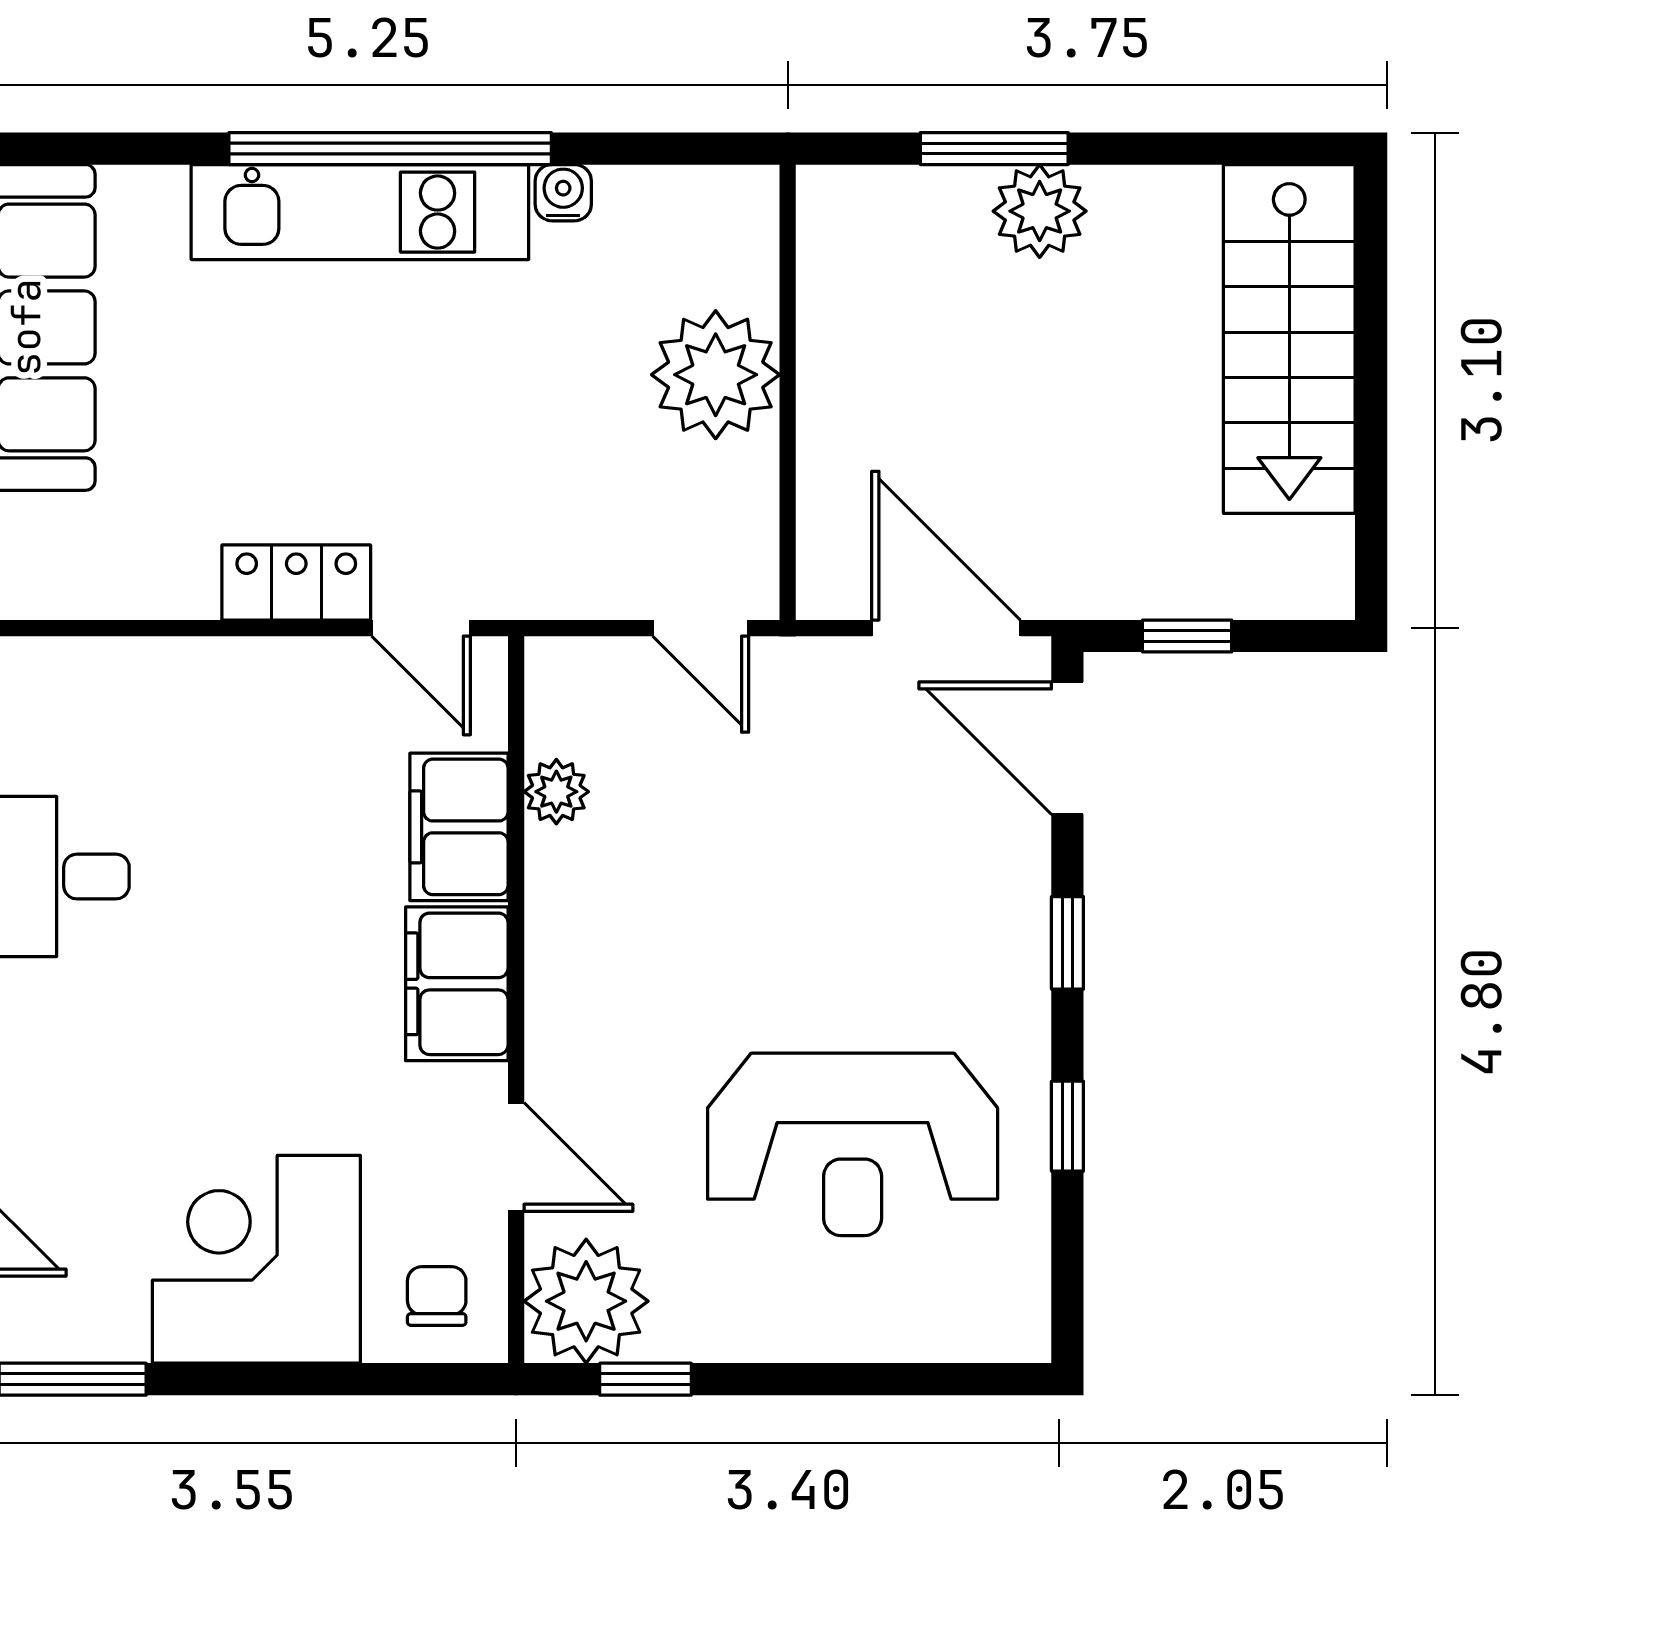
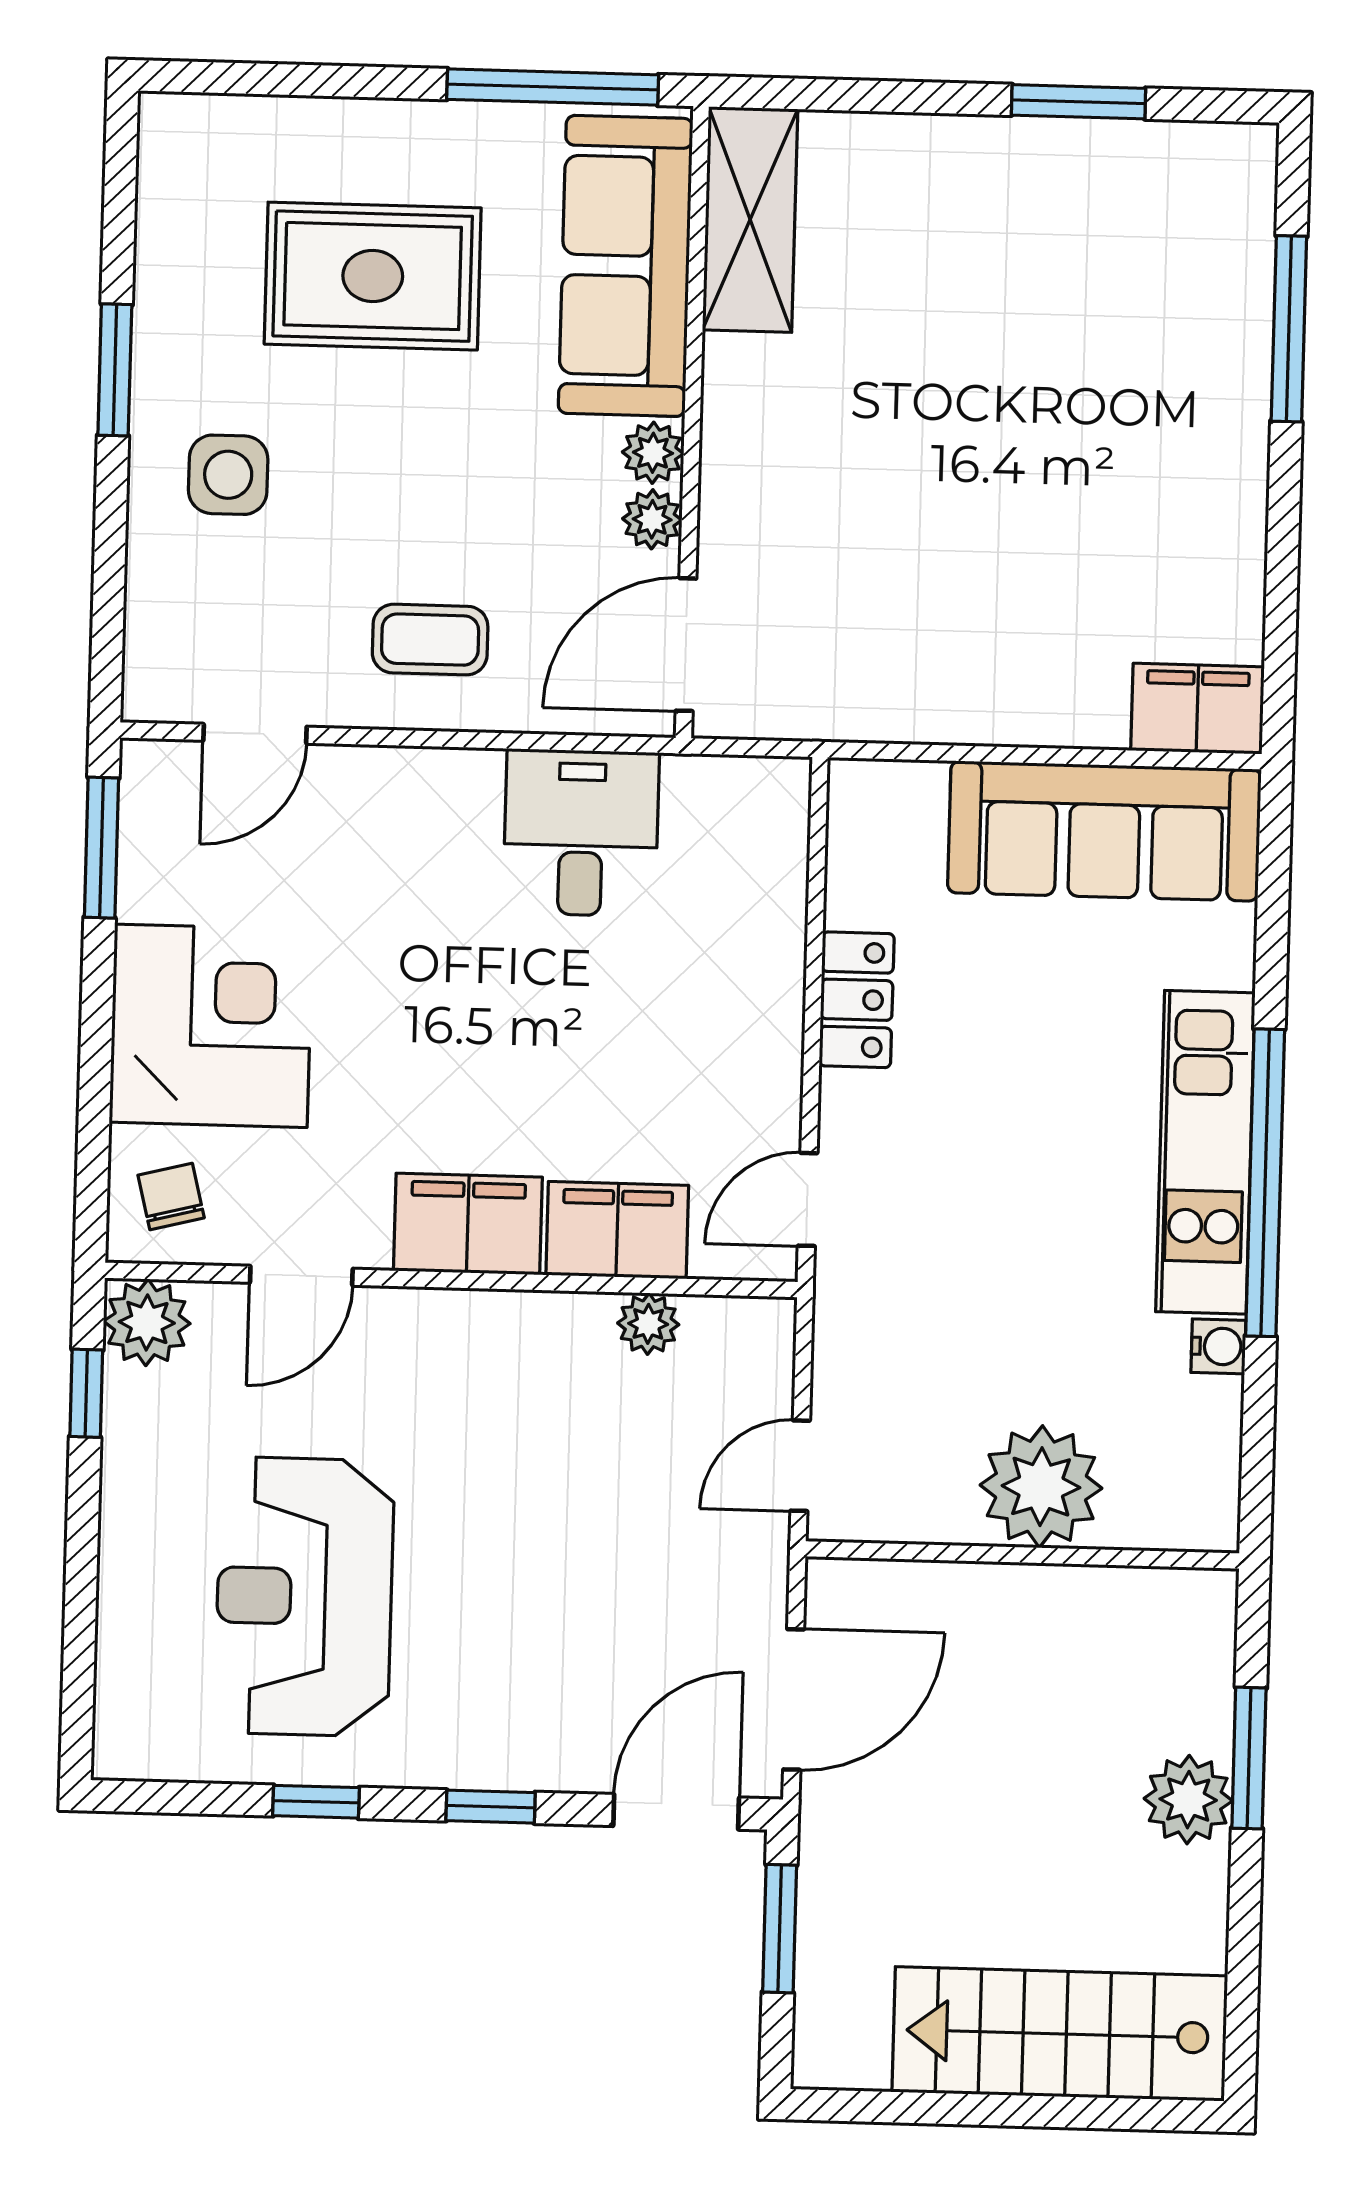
locker: (296, 582) -> (857, 1000), moved
window: (1187, 636) -> (780, 1929), width x1.50
chair: (437, 1296) -> (171, 1197), turned -104
plant: (586, 1301) -> (147, 1322), width x0.73, depth x0.73

